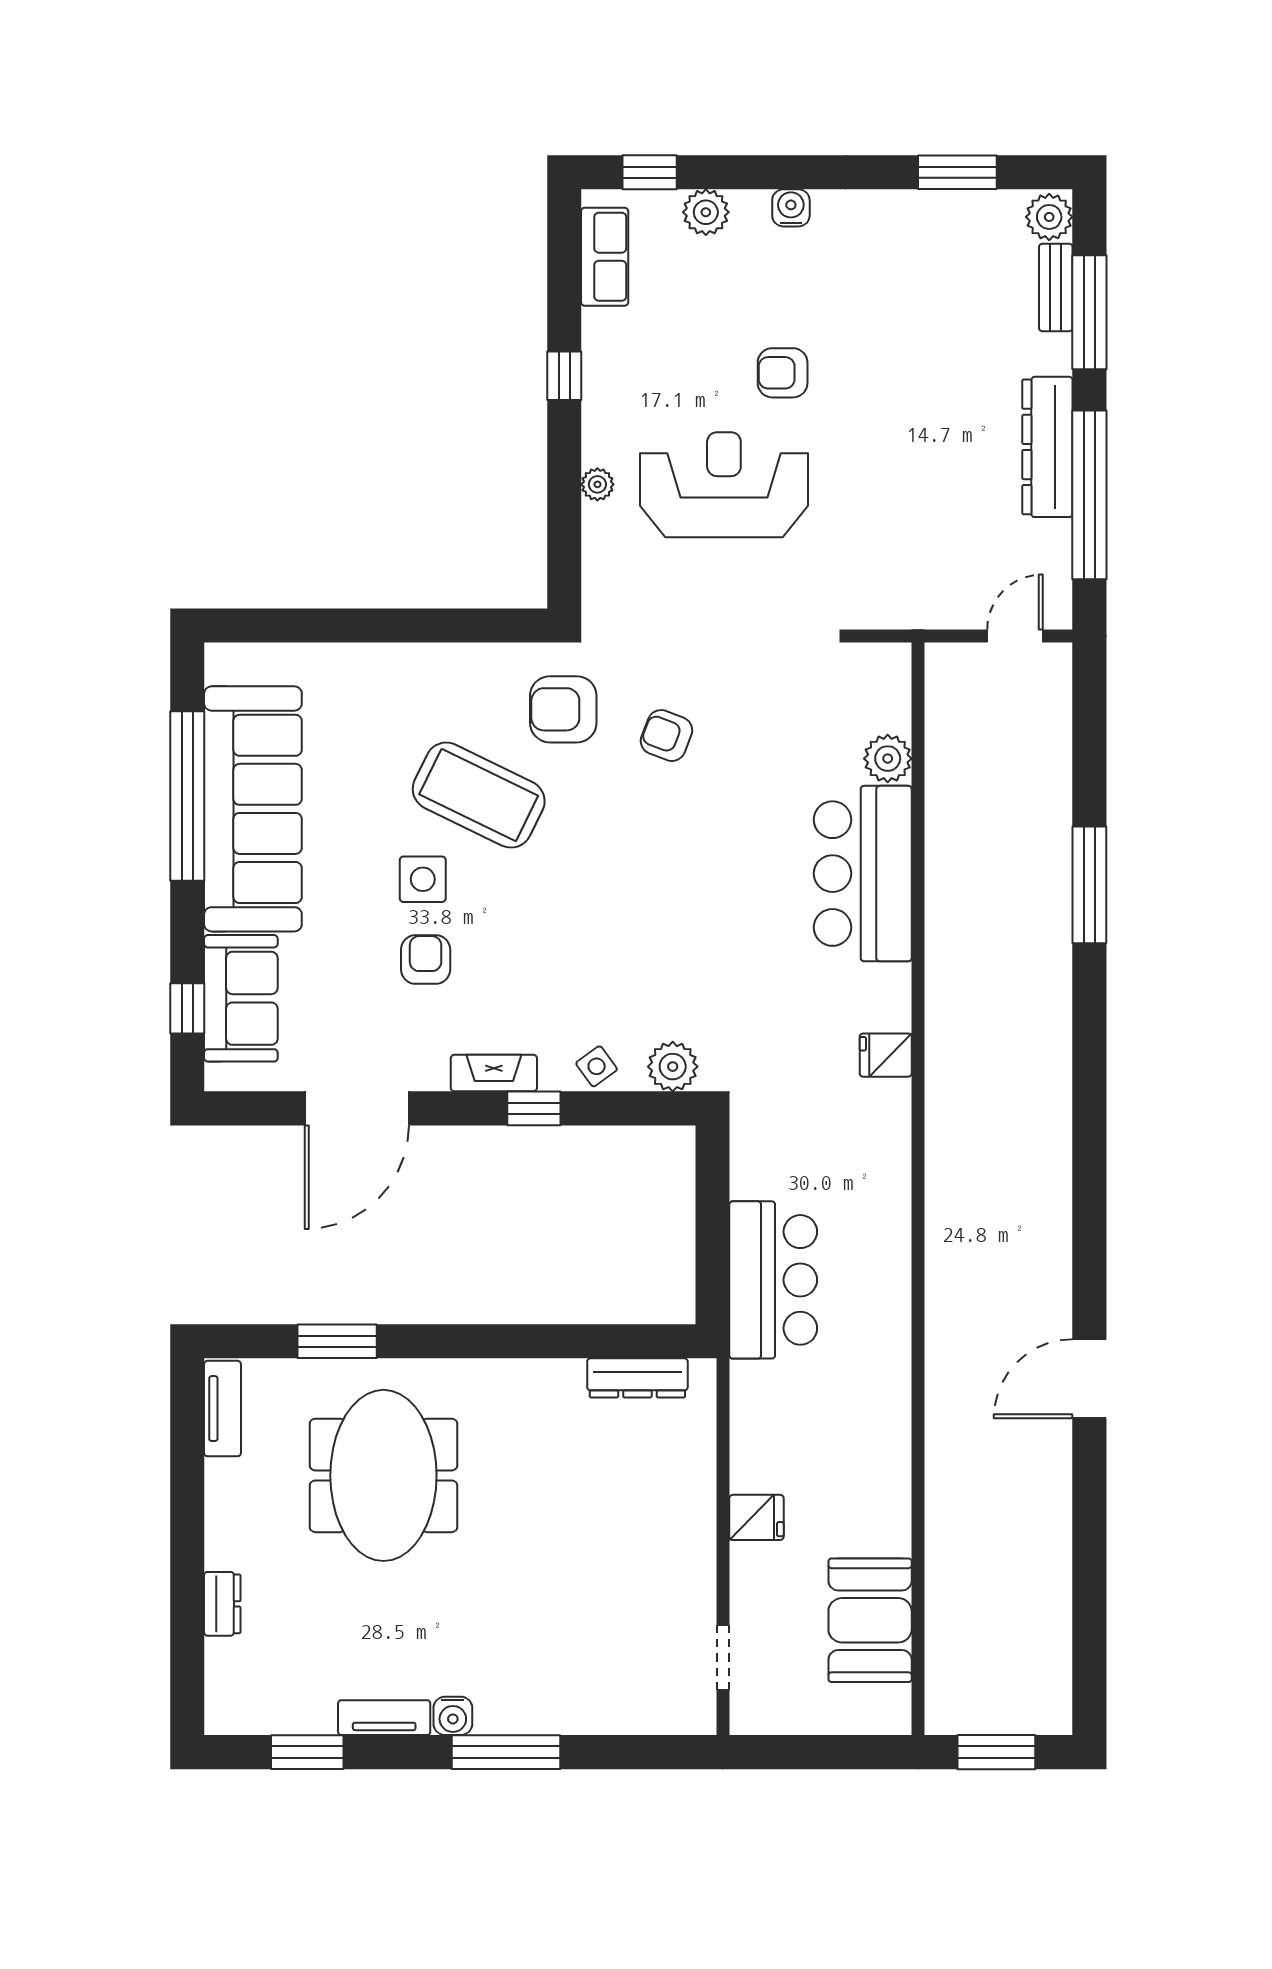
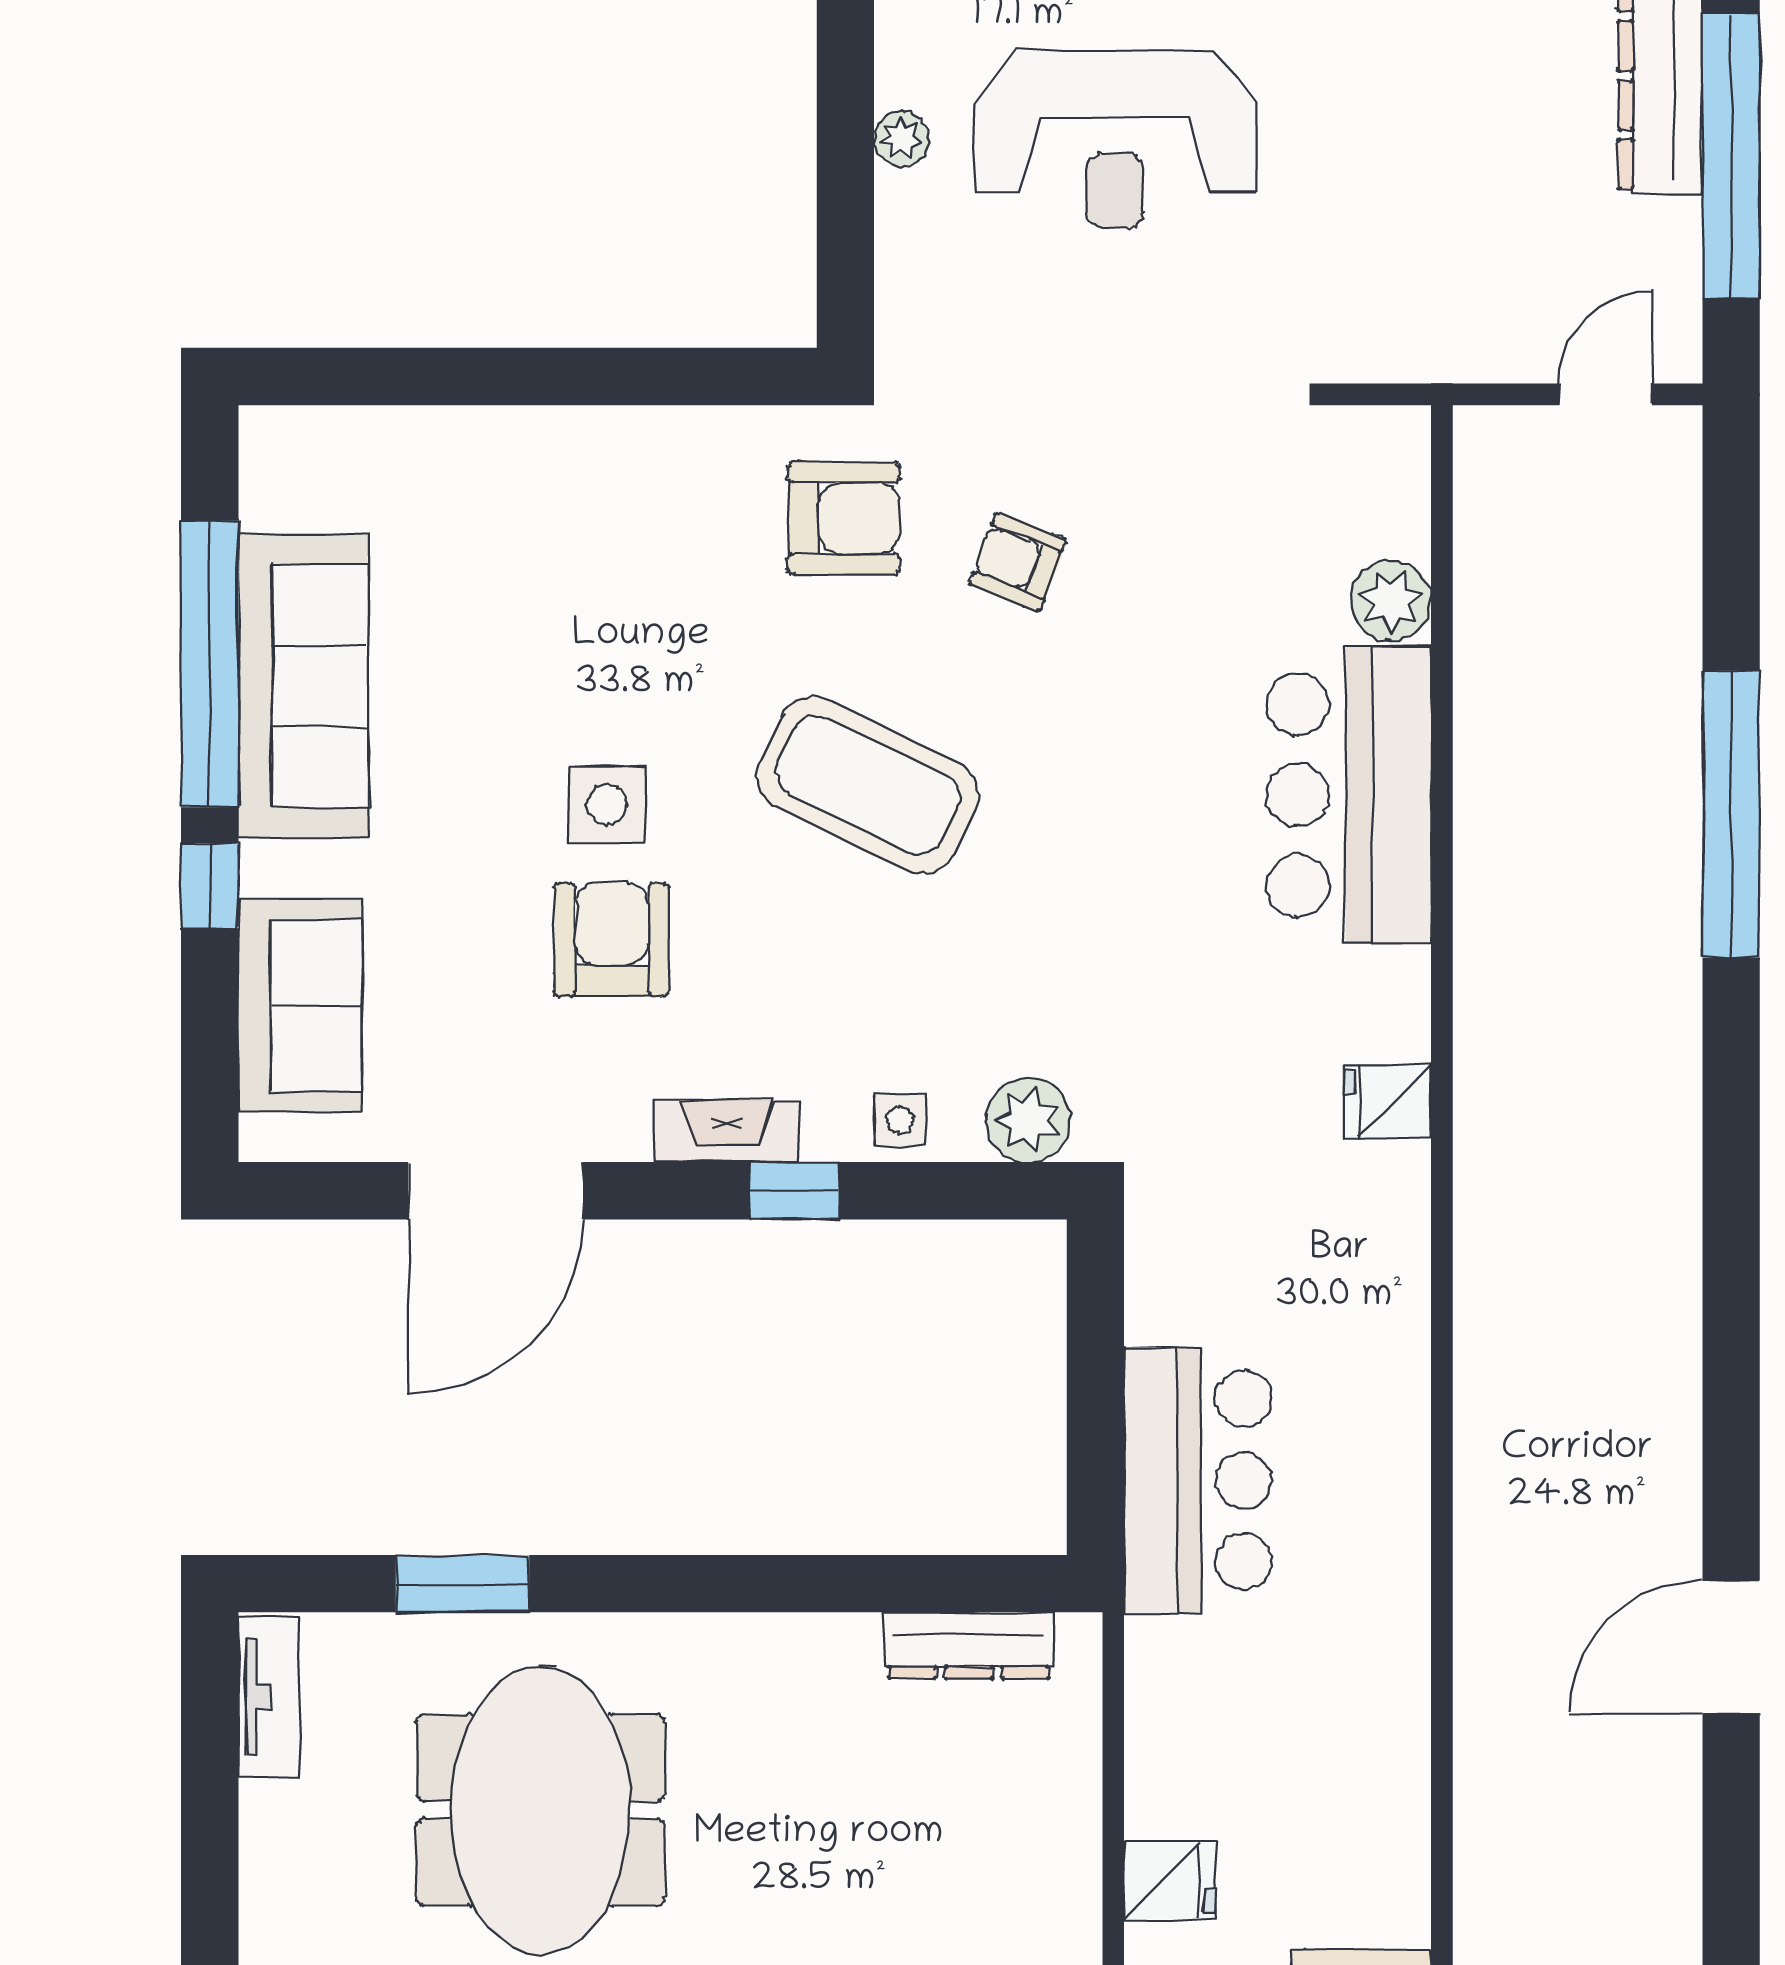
reception desk: (724, 485) -> (1115, 139), turned 180
armchair: (563, 709) -> (844, 518), turned 180
coffee table: (479, 795) -> (868, 785), moved
sofa: (253, 809) -> (303, 686), width x0.74, depth x0.79
window: (1089, 885) -> (1731, 814), width x1.46
armchair: (426, 959) -> (612, 940), width x1.38, depth x1.38
window: (187, 1008) -> (210, 886), moved
side table: (597, 1066) -> (900, 1120), turned 36

